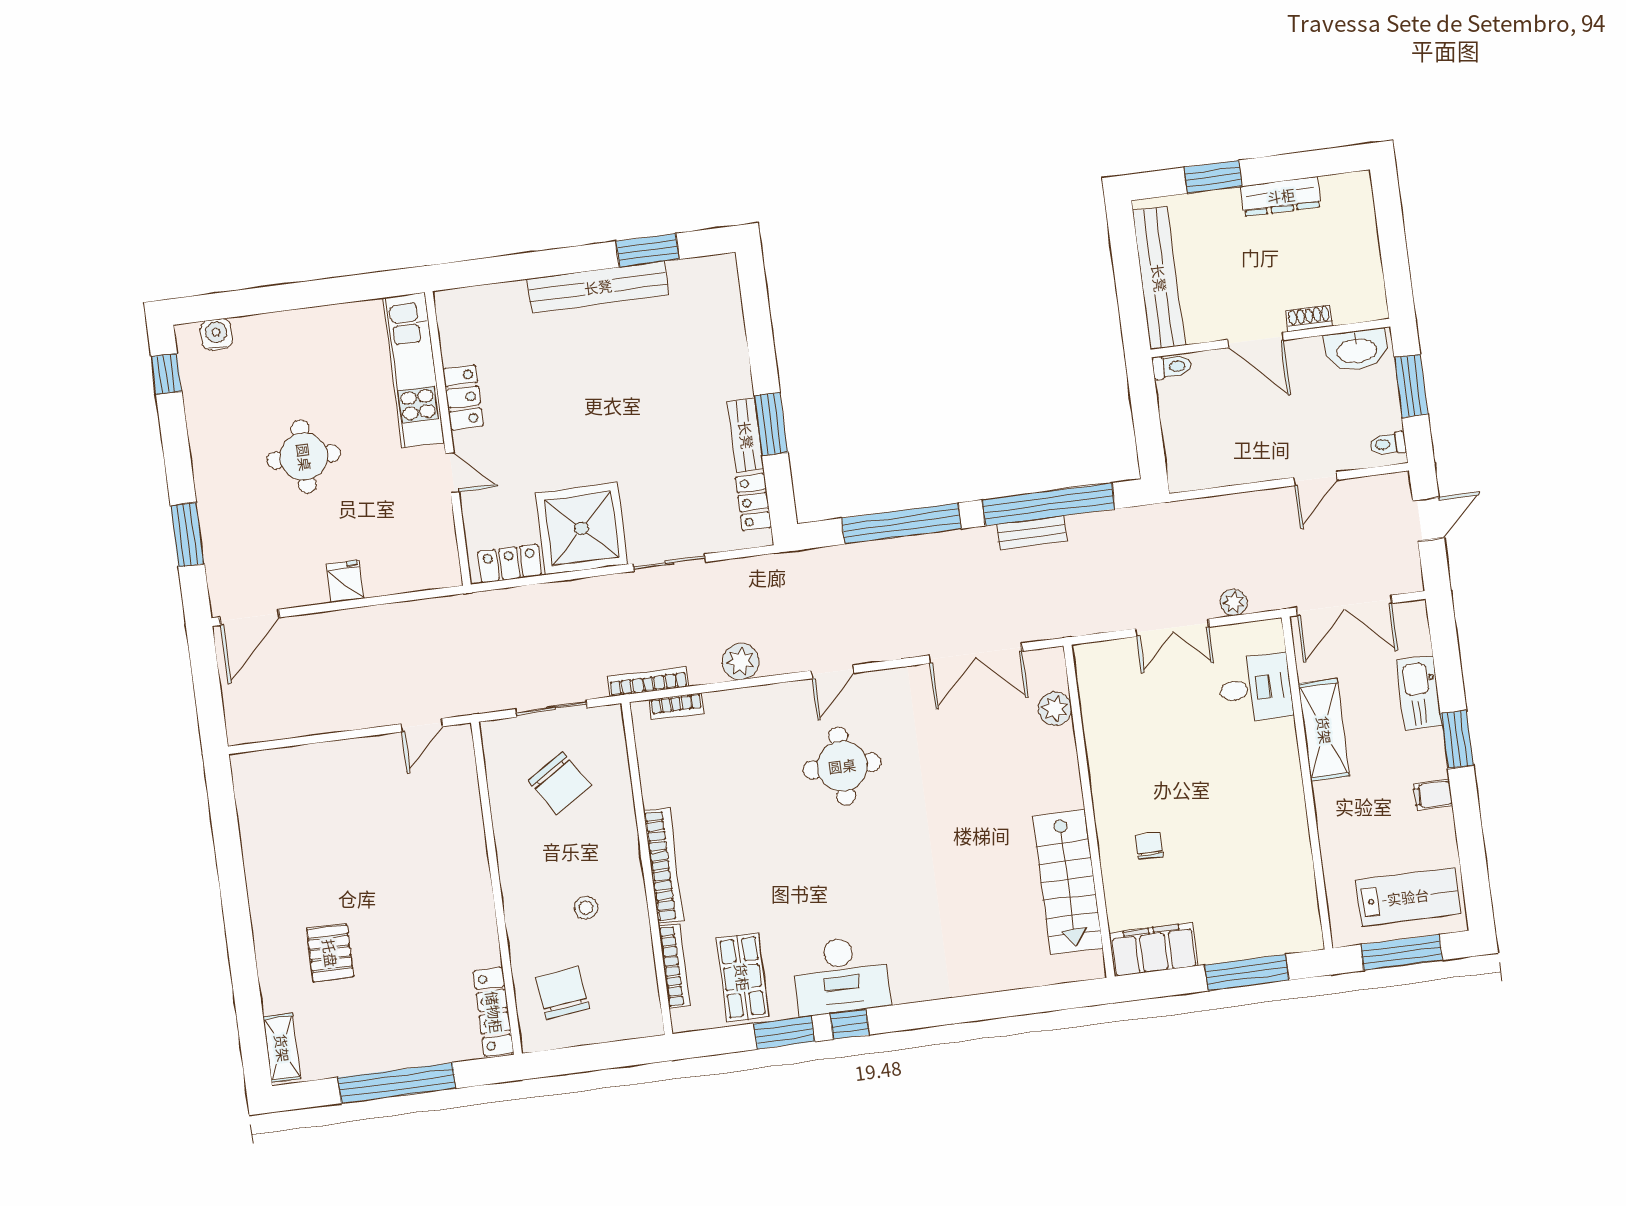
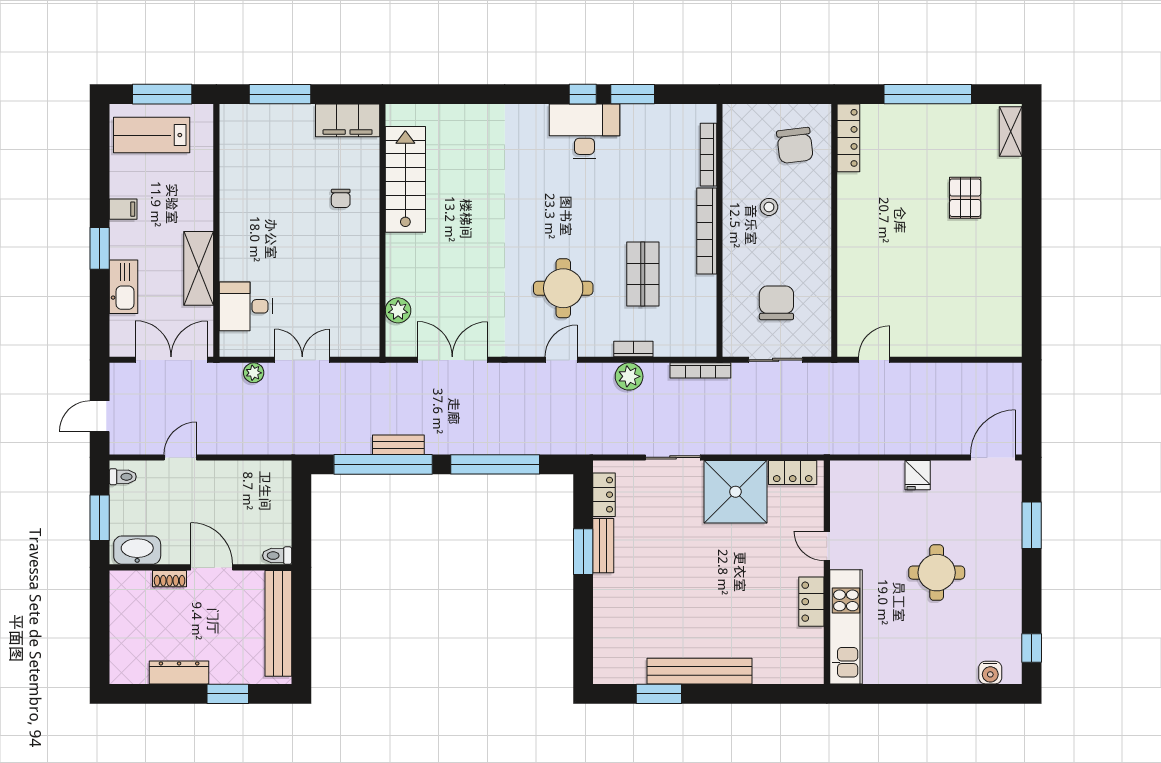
bookcase: (676, 706) -> (633, 349), moved
chair: (560, 783) -> (776, 303), turned 33
shop shelf: (742, 977) -> (643, 274), moved

